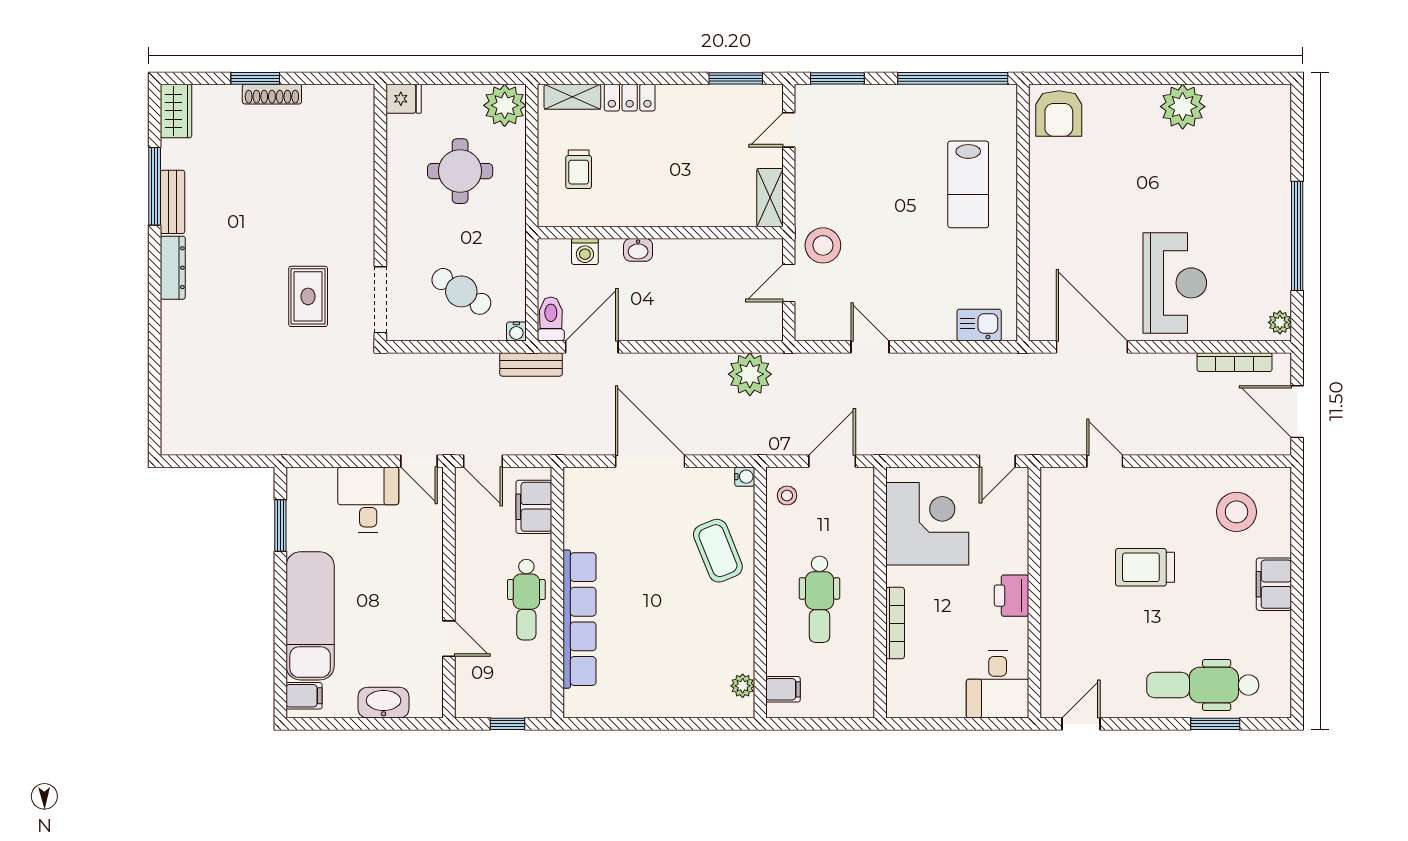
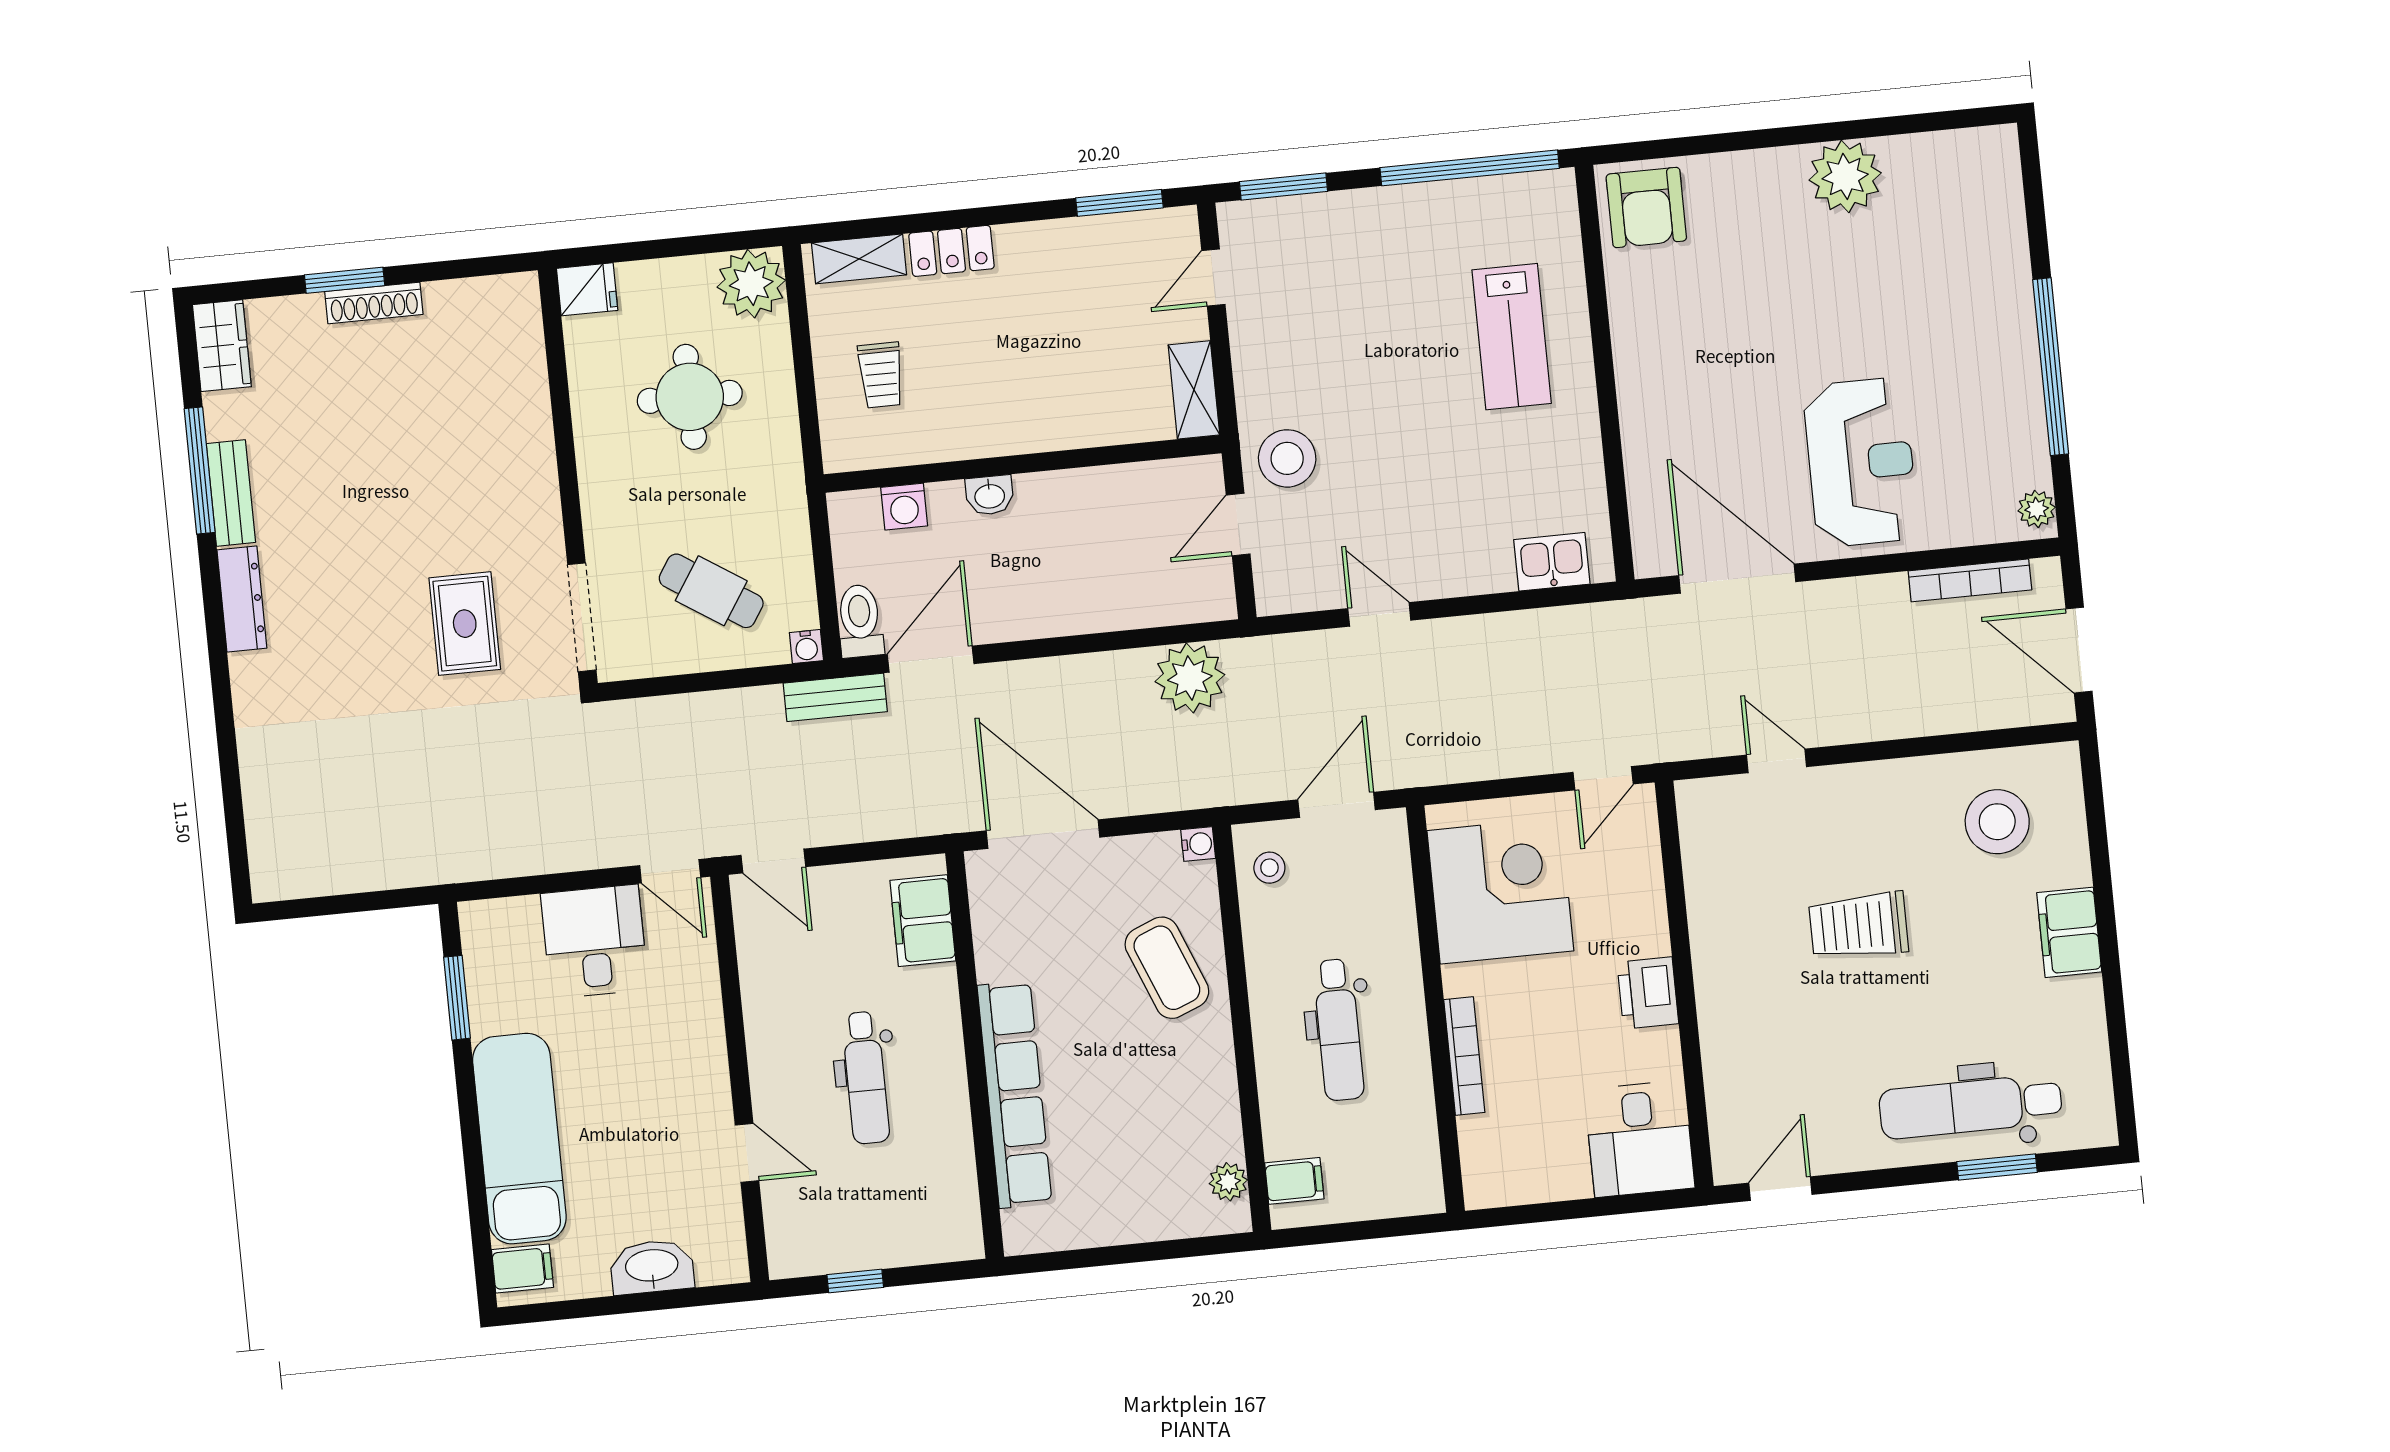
filing cabinet: (534, 507) -> (923, 921), moved
wall: (557, 592) -> (975, 1055), moved
row of seats: (580, 619) -> (1015, 1094), moved

